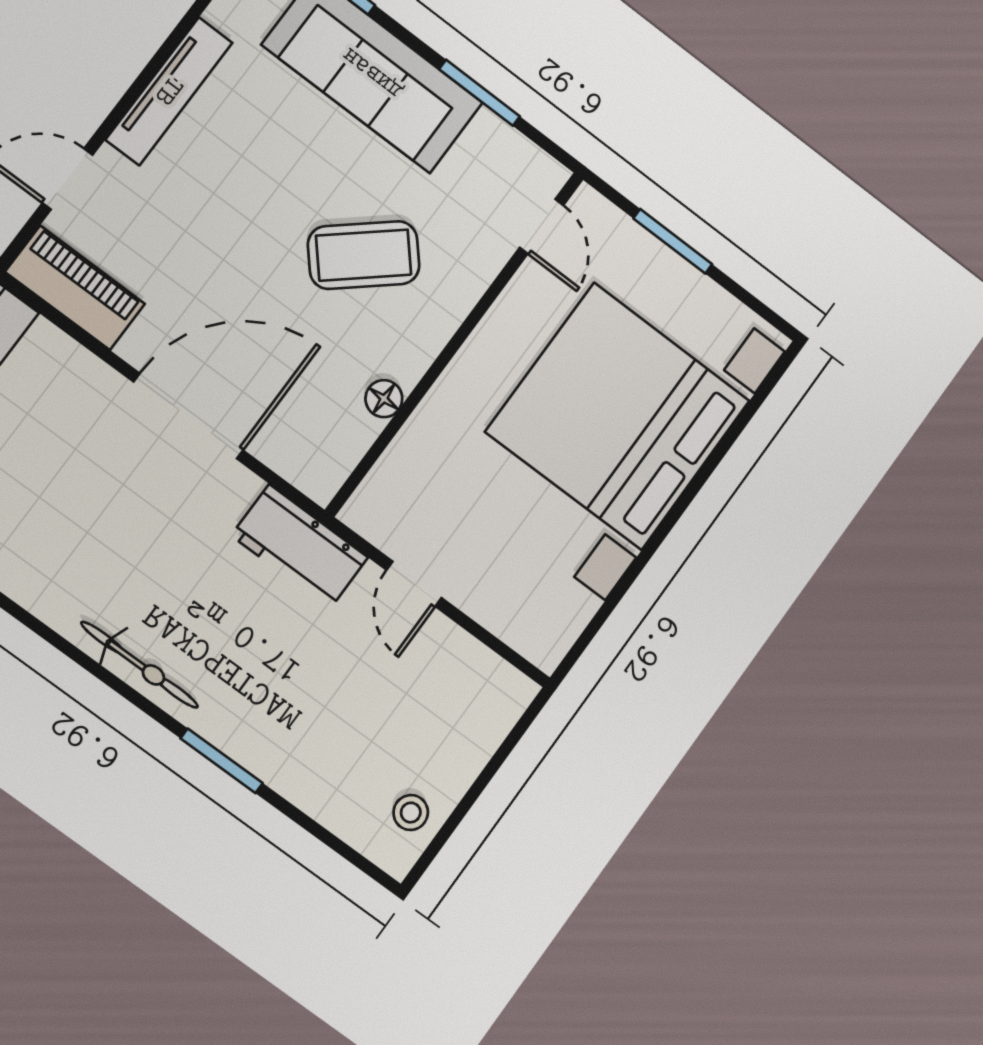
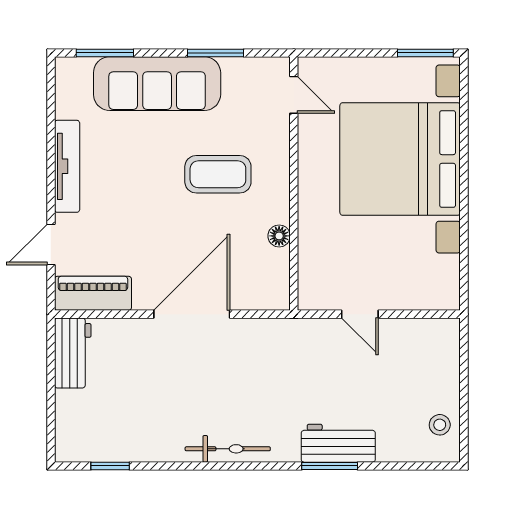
window: (673, 241) -> (425, 53), moved
coffee table: (364, 255) -> (218, 174), turned 41
workbench: (300, 546) -> (338, 443), moved, turned 180
bicycle: (140, 665) -> (228, 449), moved

